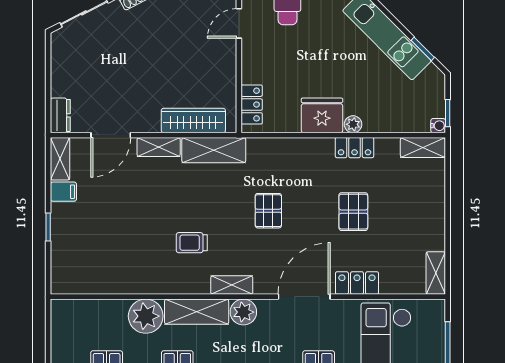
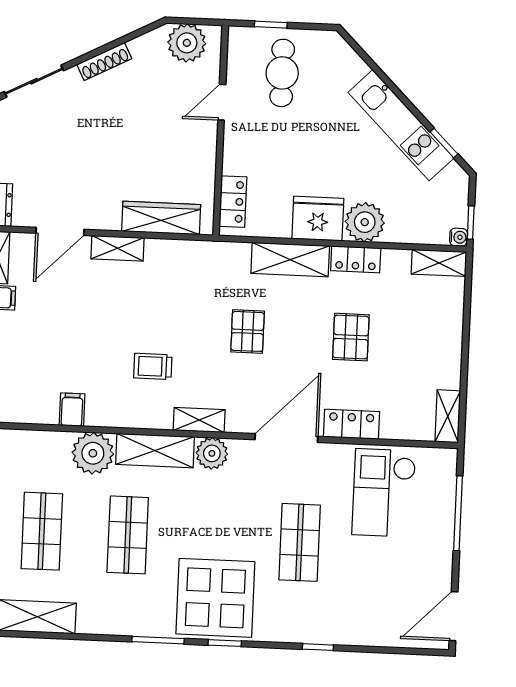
plant: (353, 124) -> (365, 222), width x1.88, depth x1.88
shelving: (214, 150) -> (290, 260), moved
filing cabinet: (127, 281) -> (72, 410), added

